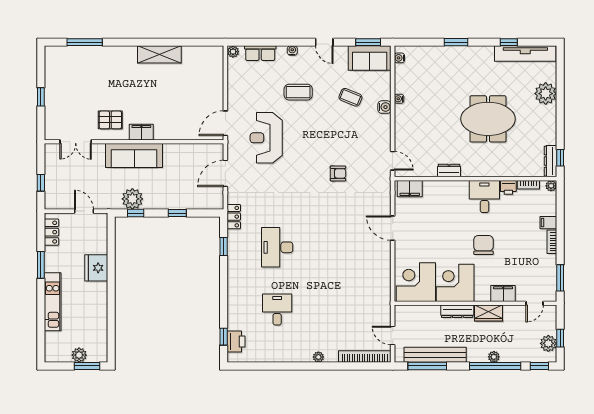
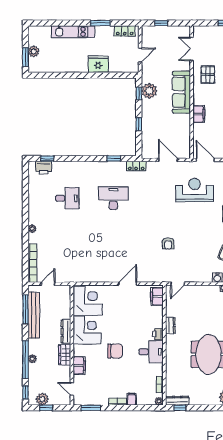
filing cabinet: (141, 132) -> (199, 114), moved
printer: (508, 187) -> (158, 334), moved

